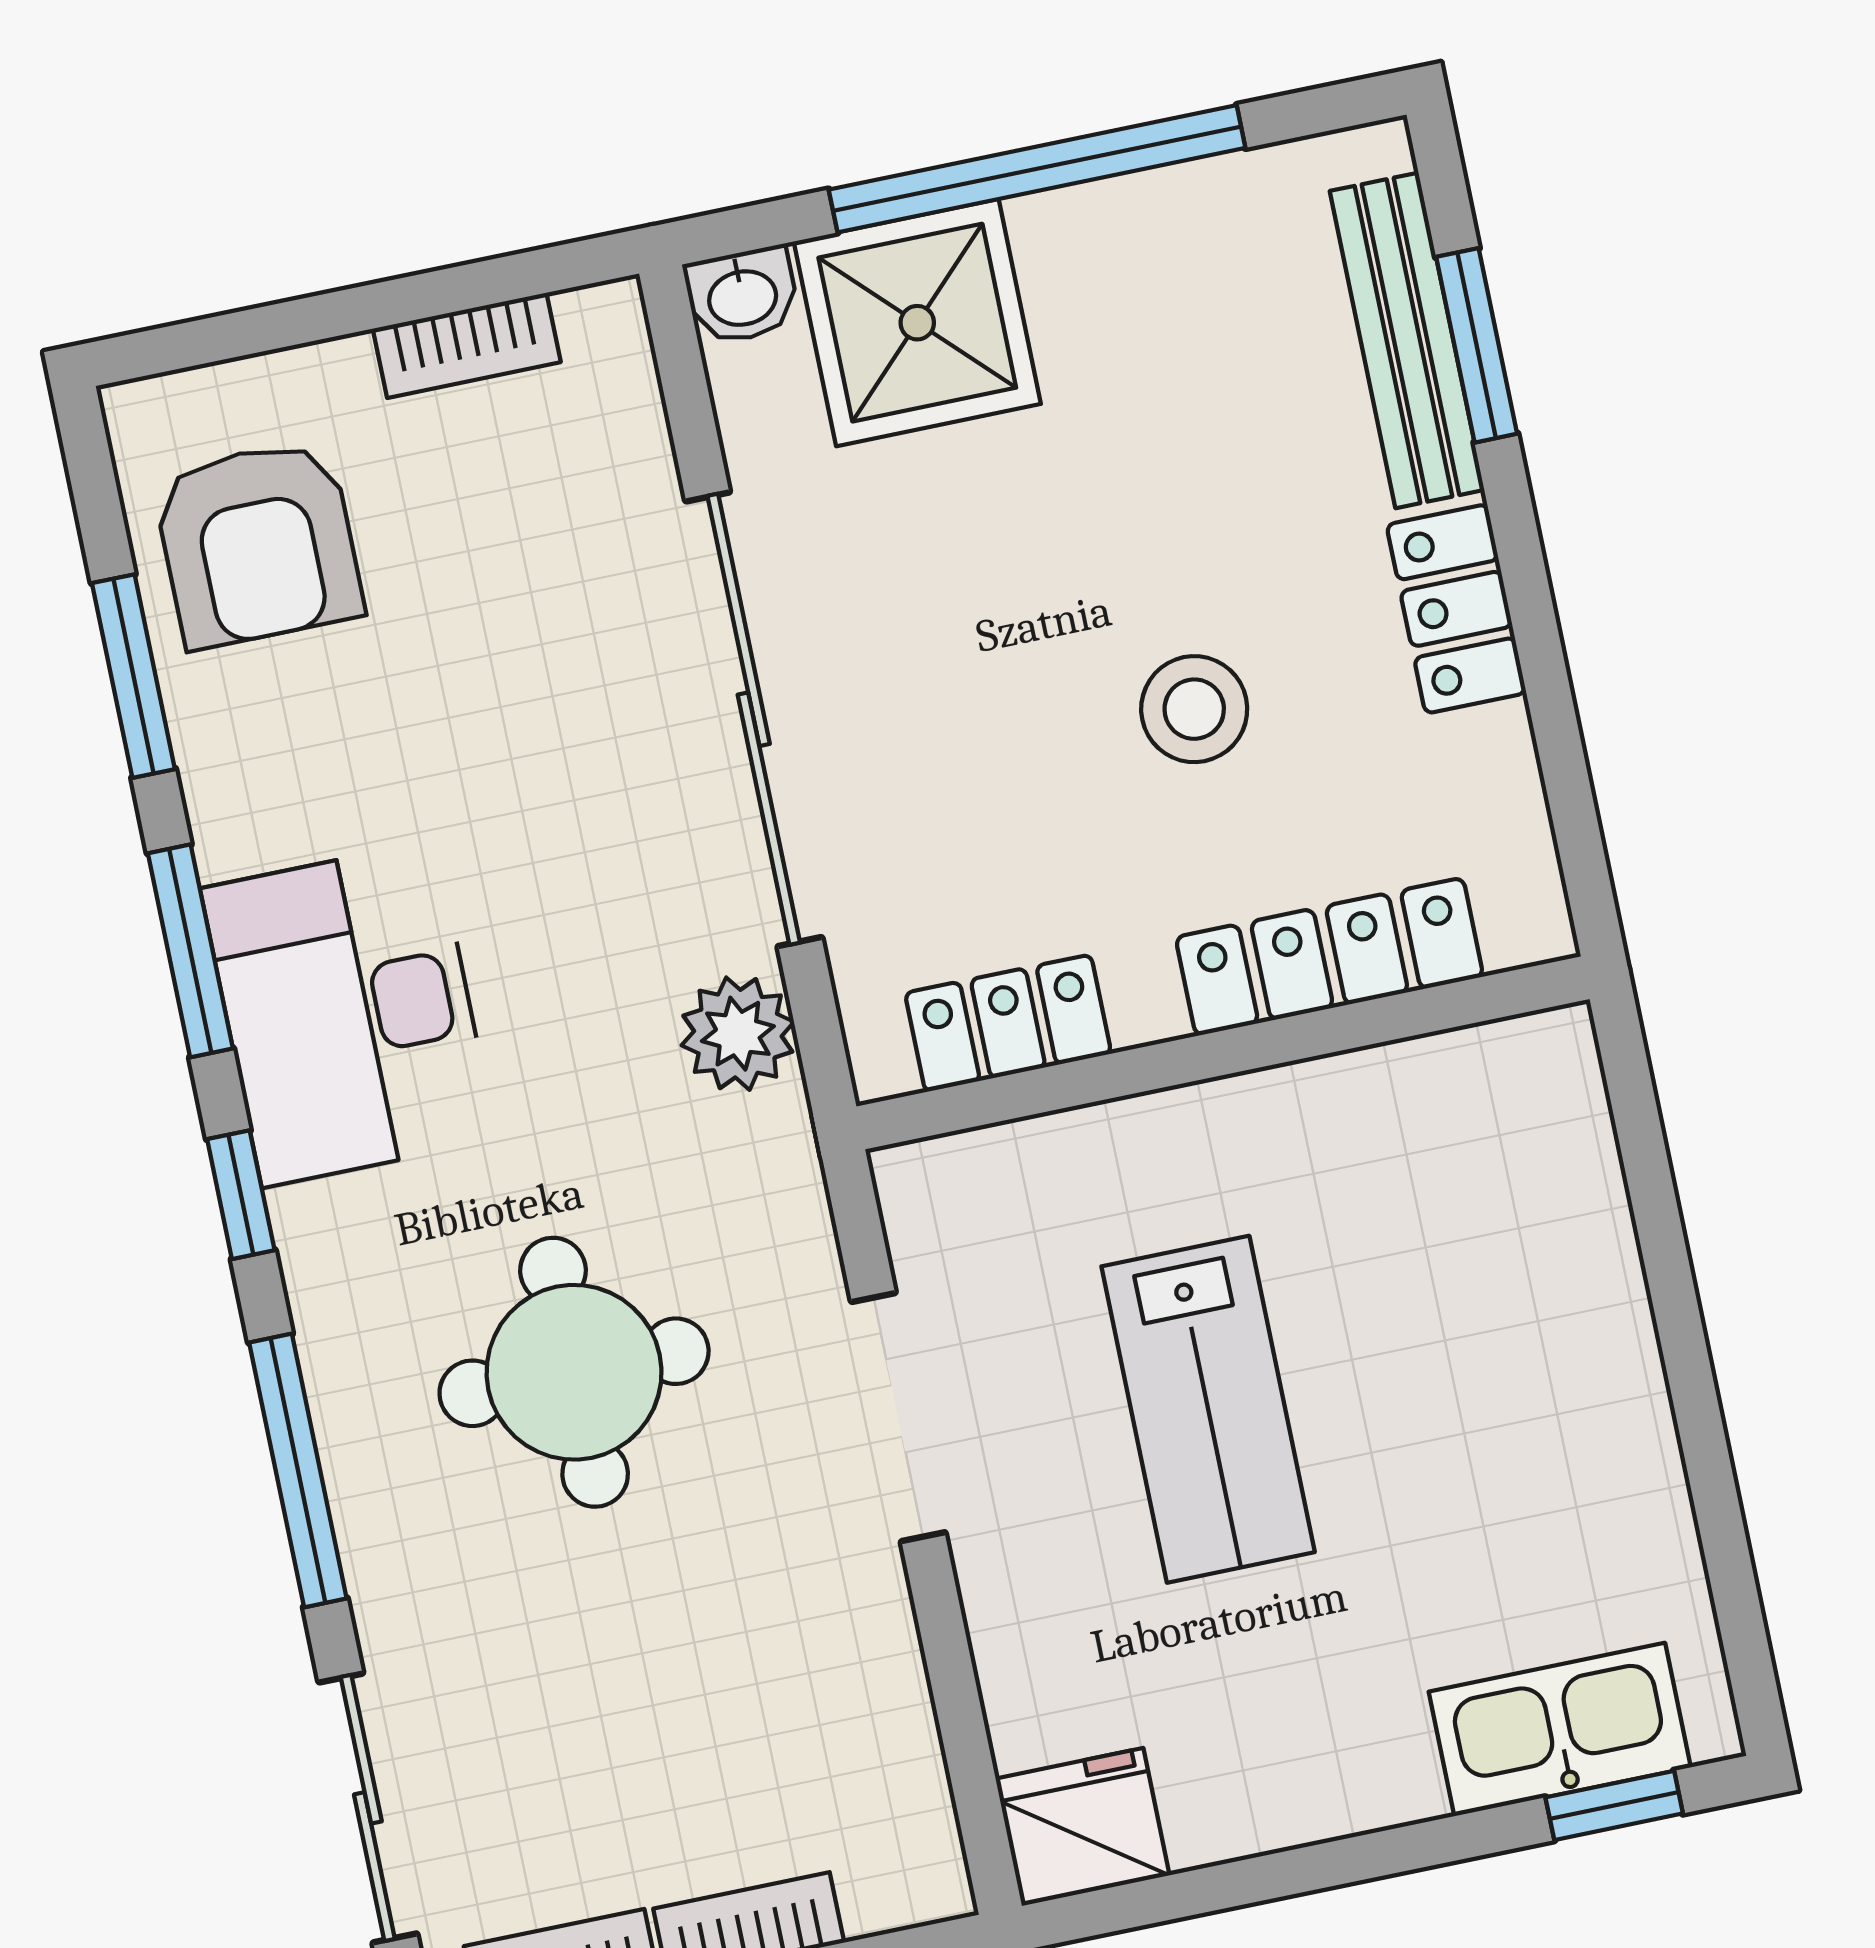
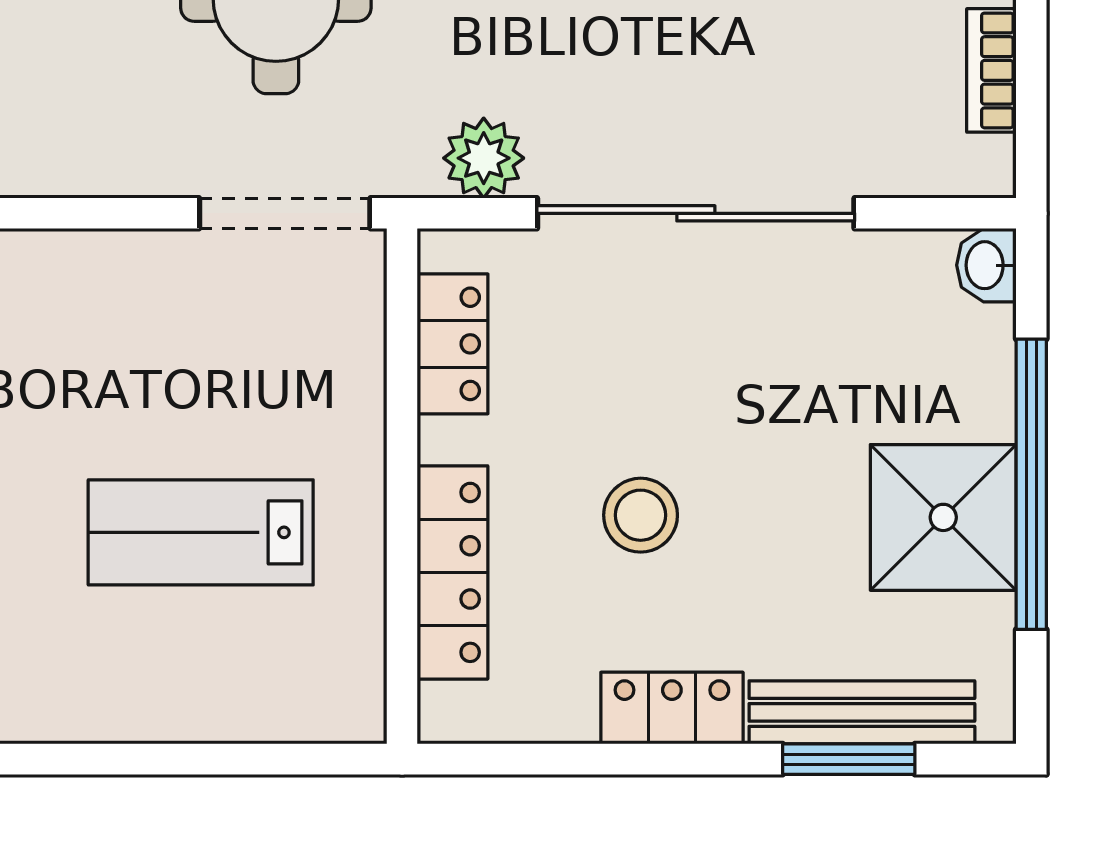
shower: (917, 323) -> (943, 517), moved
lab bench: (1208, 1409) -> (201, 532), moved
doorway: (898, 1417) -> (285, 213), moved

